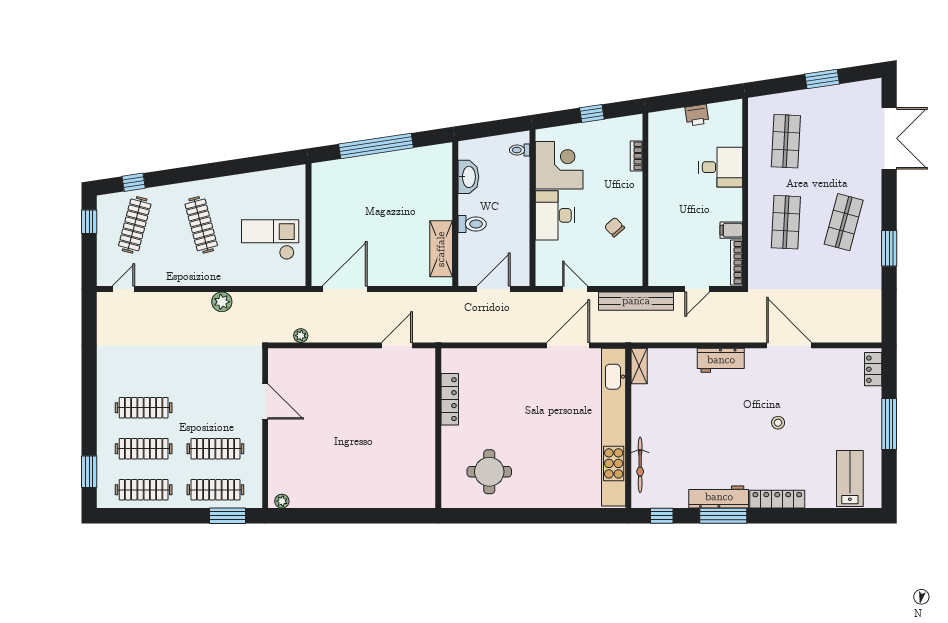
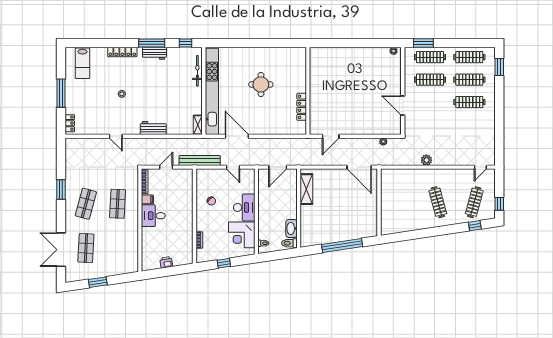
shop shelf: (786, 141) -> (86, 248), moved
desk: (721, 167) -> (153, 216), moved
toilet: (472, 224) -> (289, 243), moved
checkout: (270, 240) -> (400, 194), removed
door: (345, 289) -> (359, 167), hinge flipped
door: (568, 345) -> (237, 136), swing flipped
door: (789, 345) -> (116, 136), width x0.53
round table: (489, 472) -> (261, 84), moved
workbench: (719, 497) -> (154, 53), width x0.73

